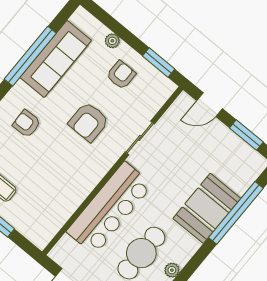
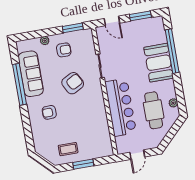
armchair: (121, 75) -> (64, 50), turned 90
door: (209, 105) -> (112, 21), hinge flipped
armchair: (89, 122) -> (73, 83), turned -118

